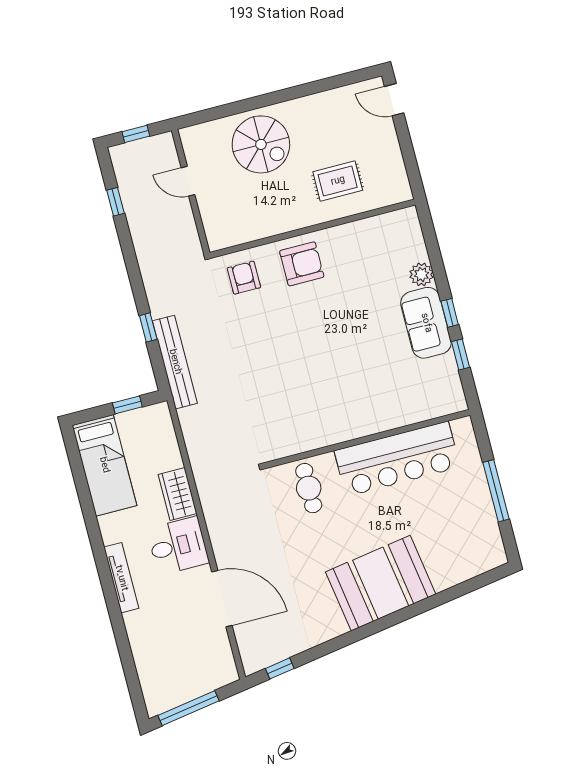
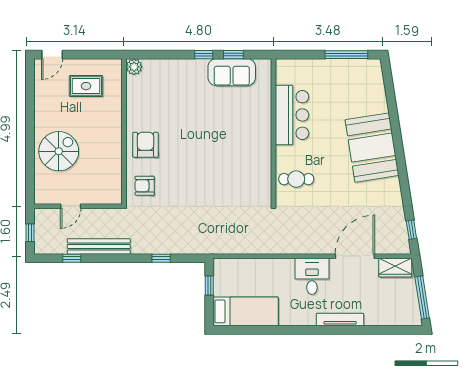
rug: (338, 181) -> (86, 86), moved, turned 90
plant: (421, 274) -> (134, 67), moved
sofa: (426, 323) -> (232, 72), moved
bench: (175, 362) -> (99, 246), moved
bar counter: (397, 459) -> (292, 115), width x0.73
window: (496, 491) -> (346, 55), moved
wardrobe: (178, 494) -> (395, 268), moved
tv unit: (121, 578) -> (340, 320), moved

